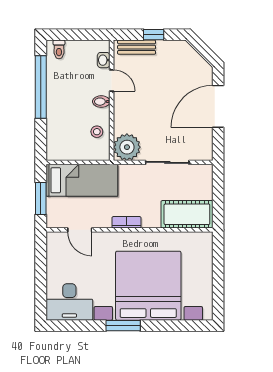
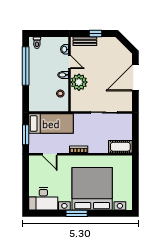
plant: (127, 147) -> (79, 82), moved
cot: (187, 214) -> (120, 147), width x0.73, depth x0.75

